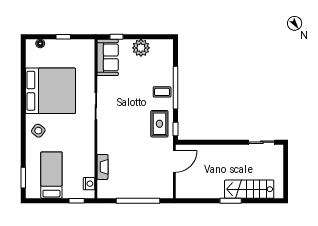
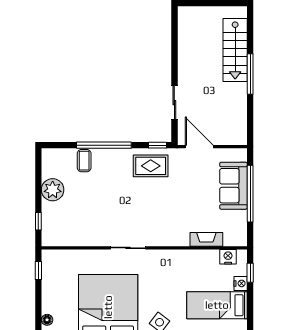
window: (63, 37) -> (38, 271), moved
sofa: (108, 57) -> (233, 186), moved, turned -90
coffee table: (162, 92) -> (84, 161), moved
sliding door: (262, 142) -> (174, 103), moved
nightstand: (68, 193) -> (241, 283), added
window: (231, 201) -> (250, 74), width x1.44

